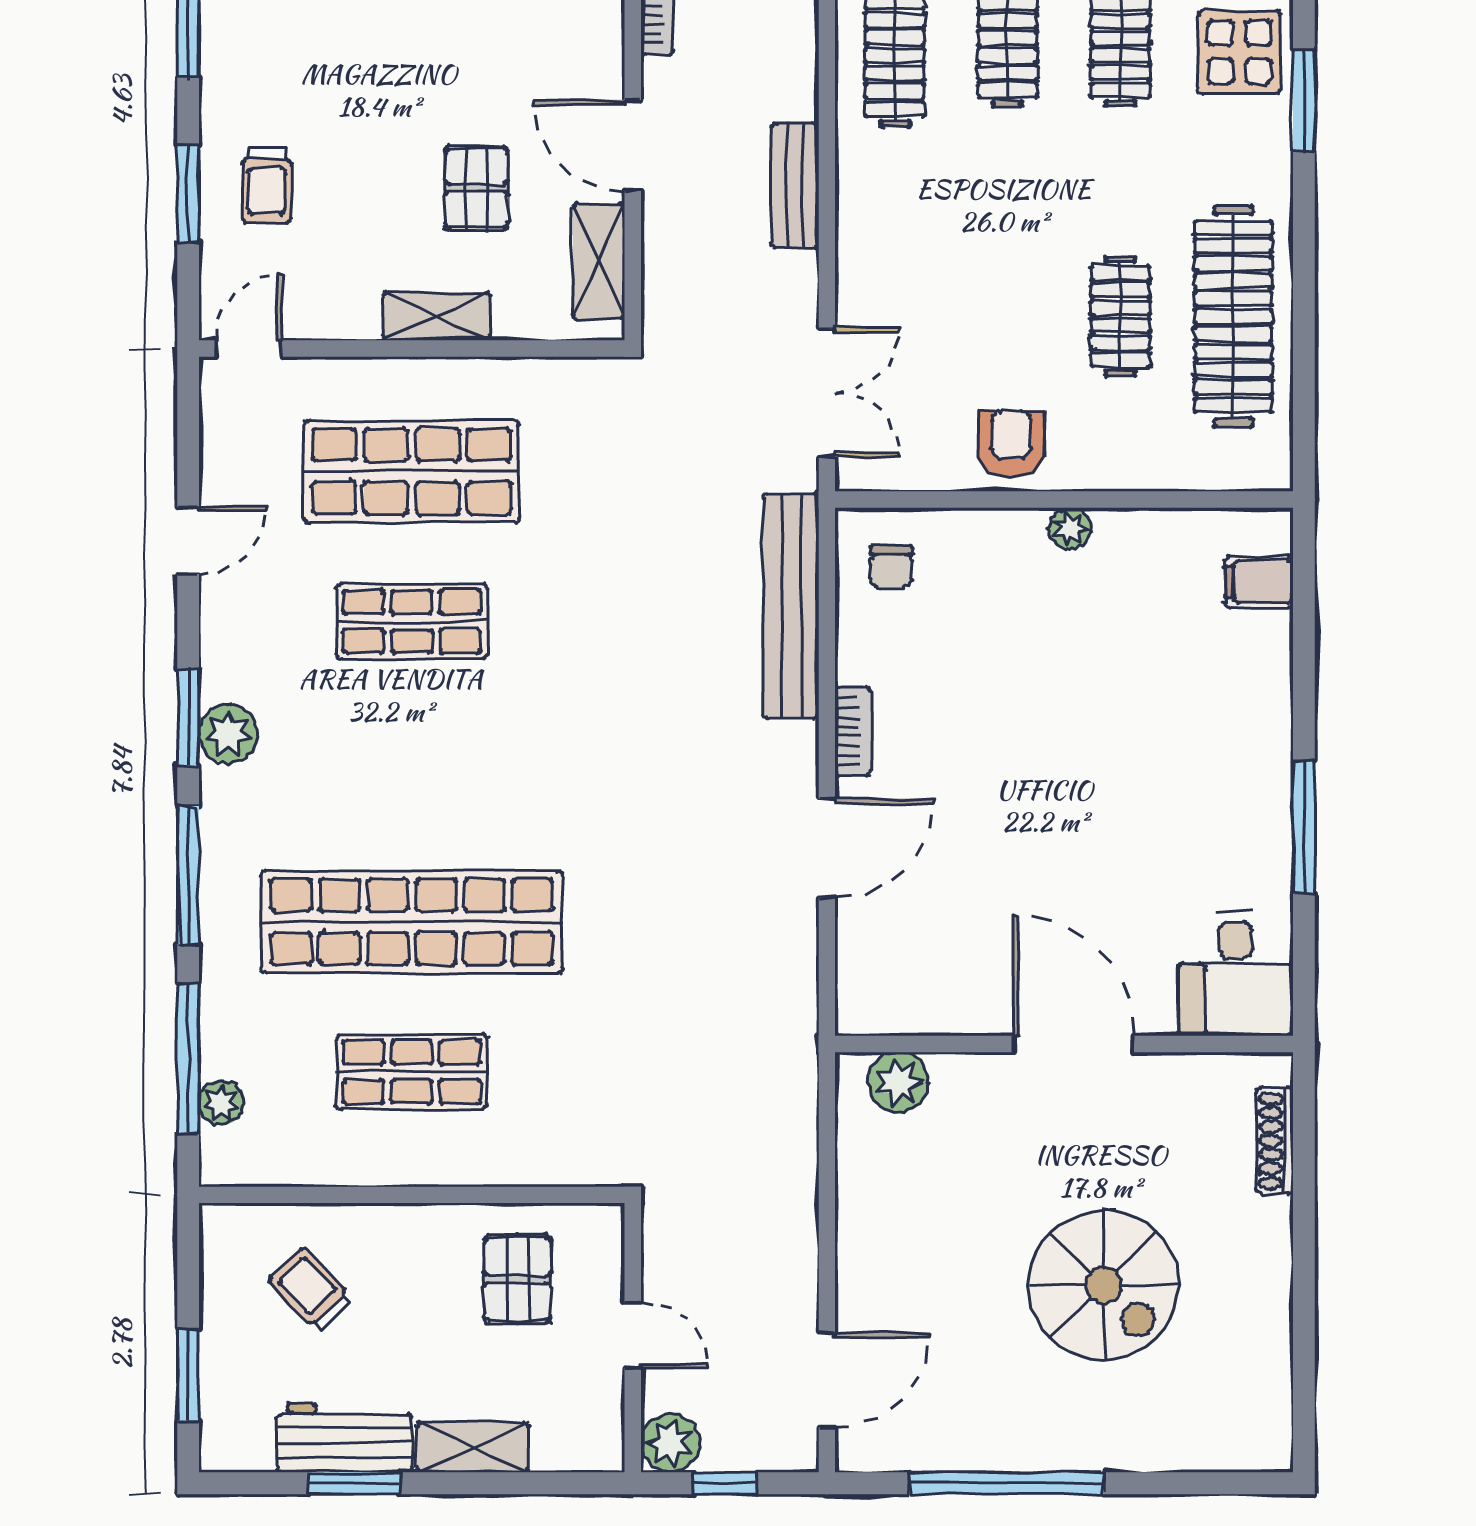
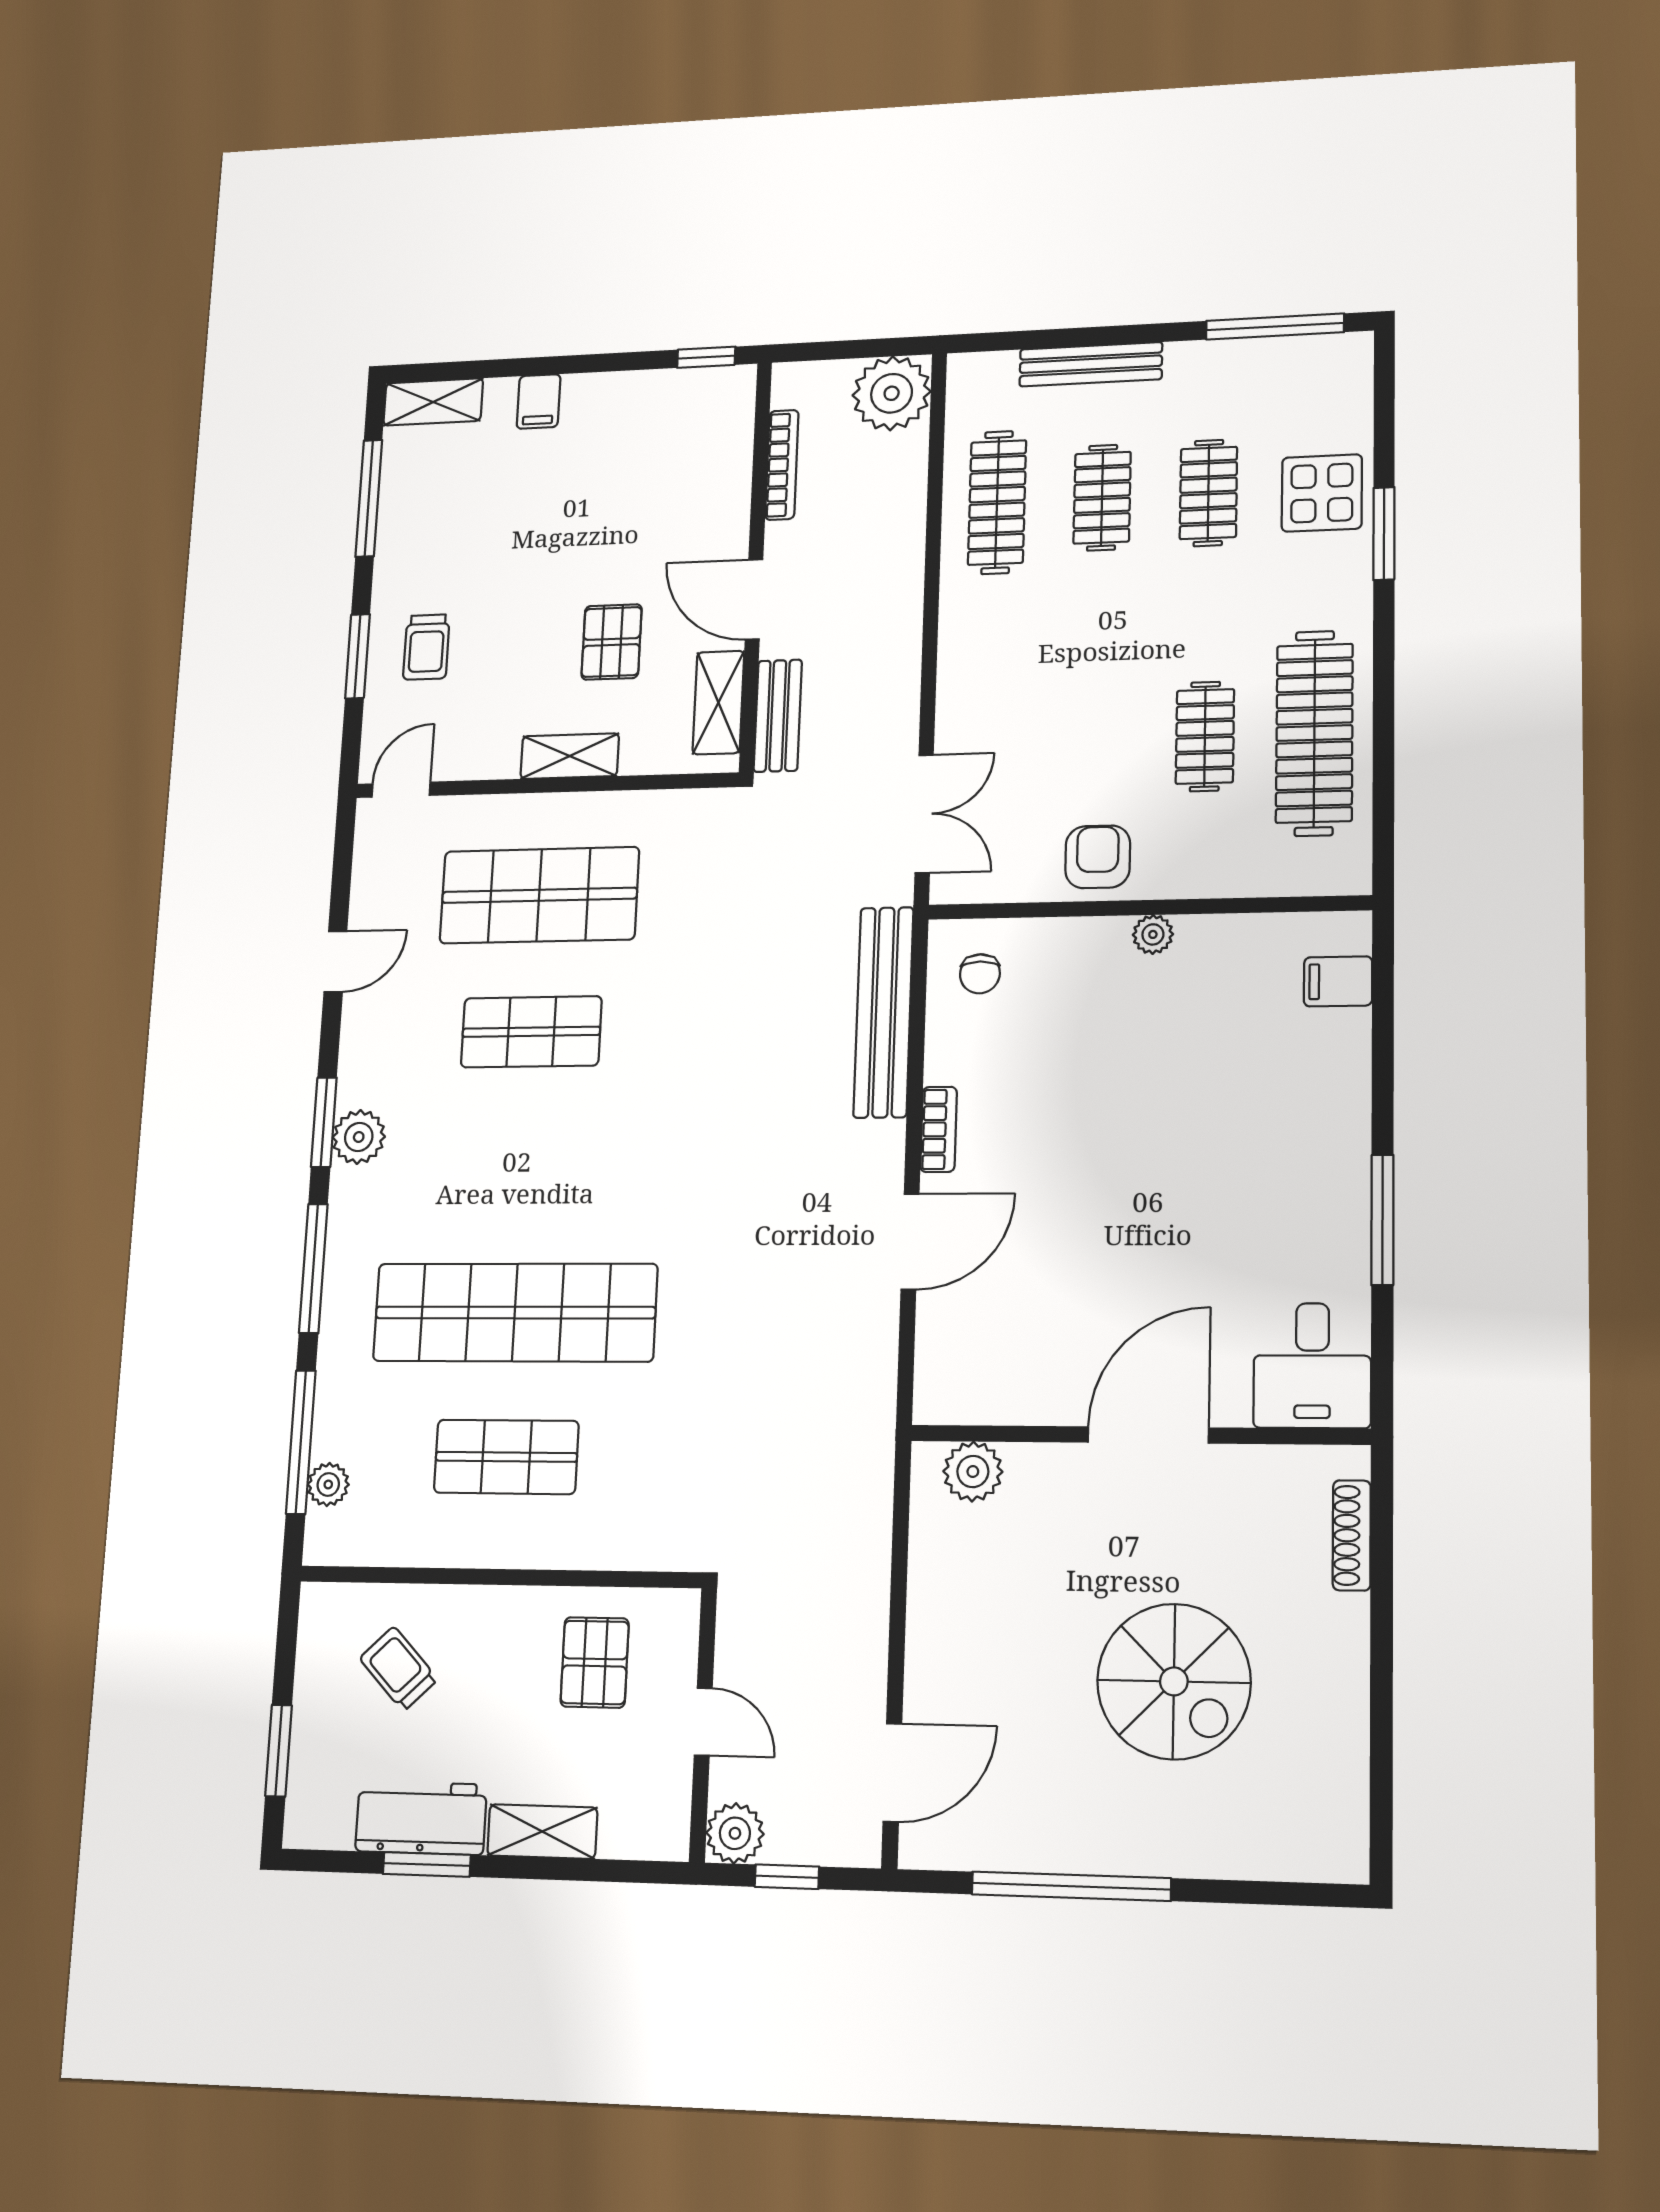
bench: (795, 185) -> (778, 716), moved
door: (1074, 1044) -> (1148, 1435), hinge flipped

